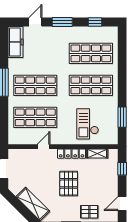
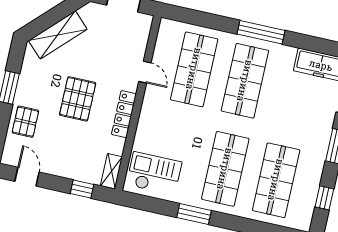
window: (122, 117) -> (194, 214), moved
checkout: (88, 124) -> (154, 173), moved
shelving: (97, 153) -> (111, 171), moved
pallet: (69, 183) -> (78, 99), turned 90

